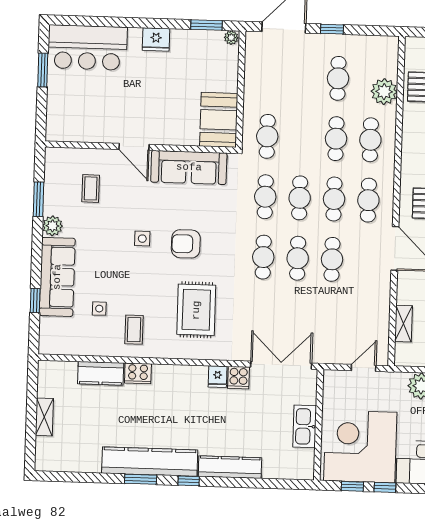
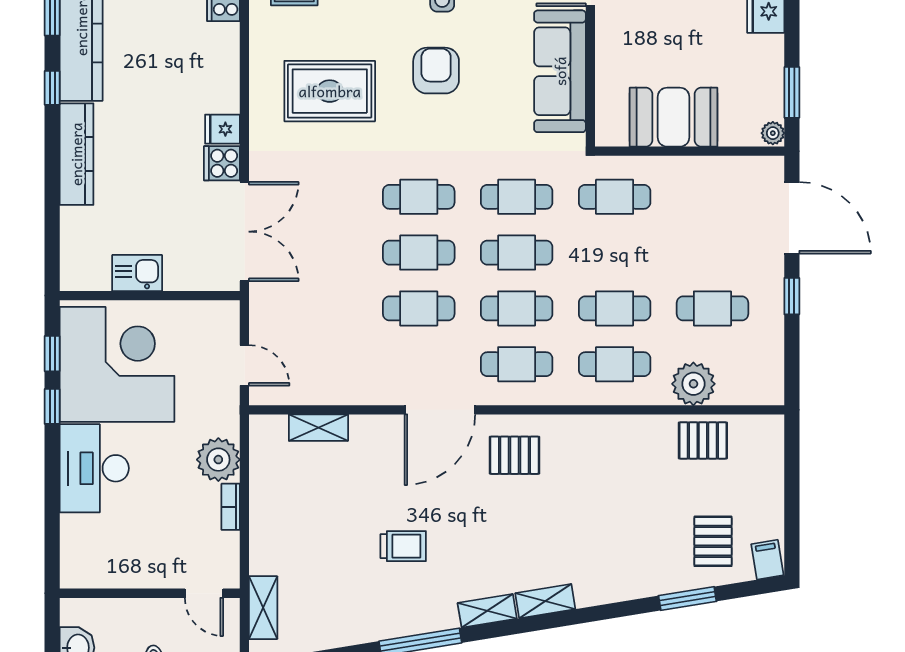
booth: (219, 120) -> (674, 117), moved
kitchen sink: (305, 426) -> (137, 273), width x0.73

